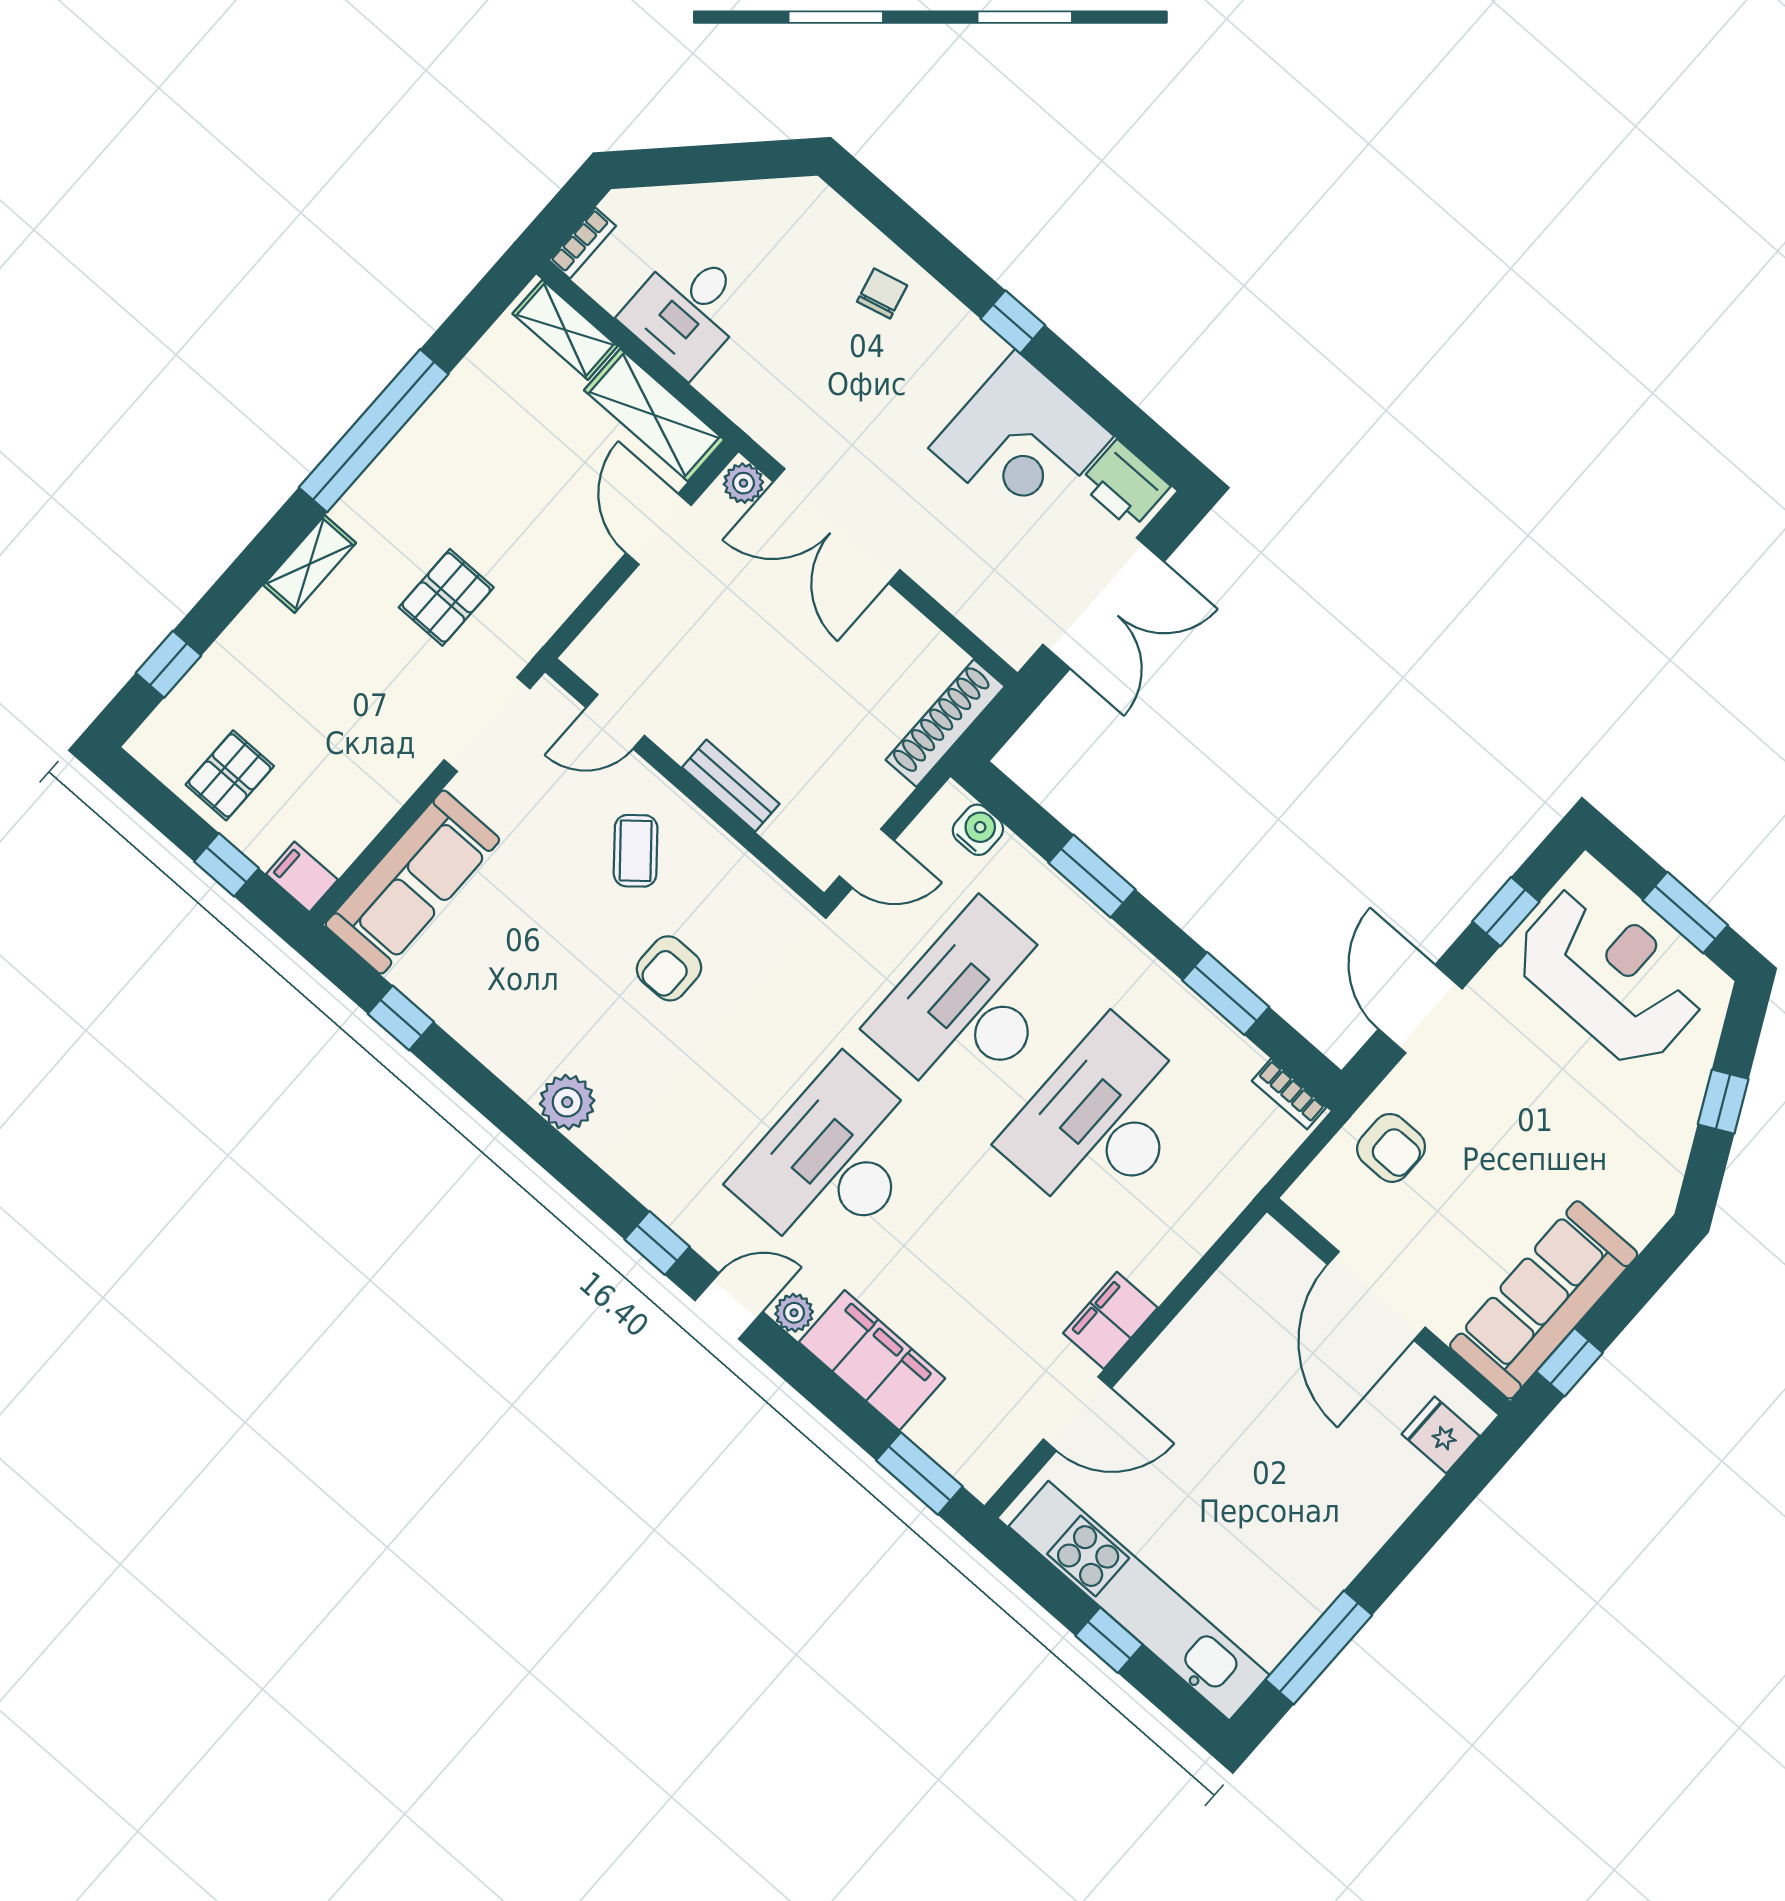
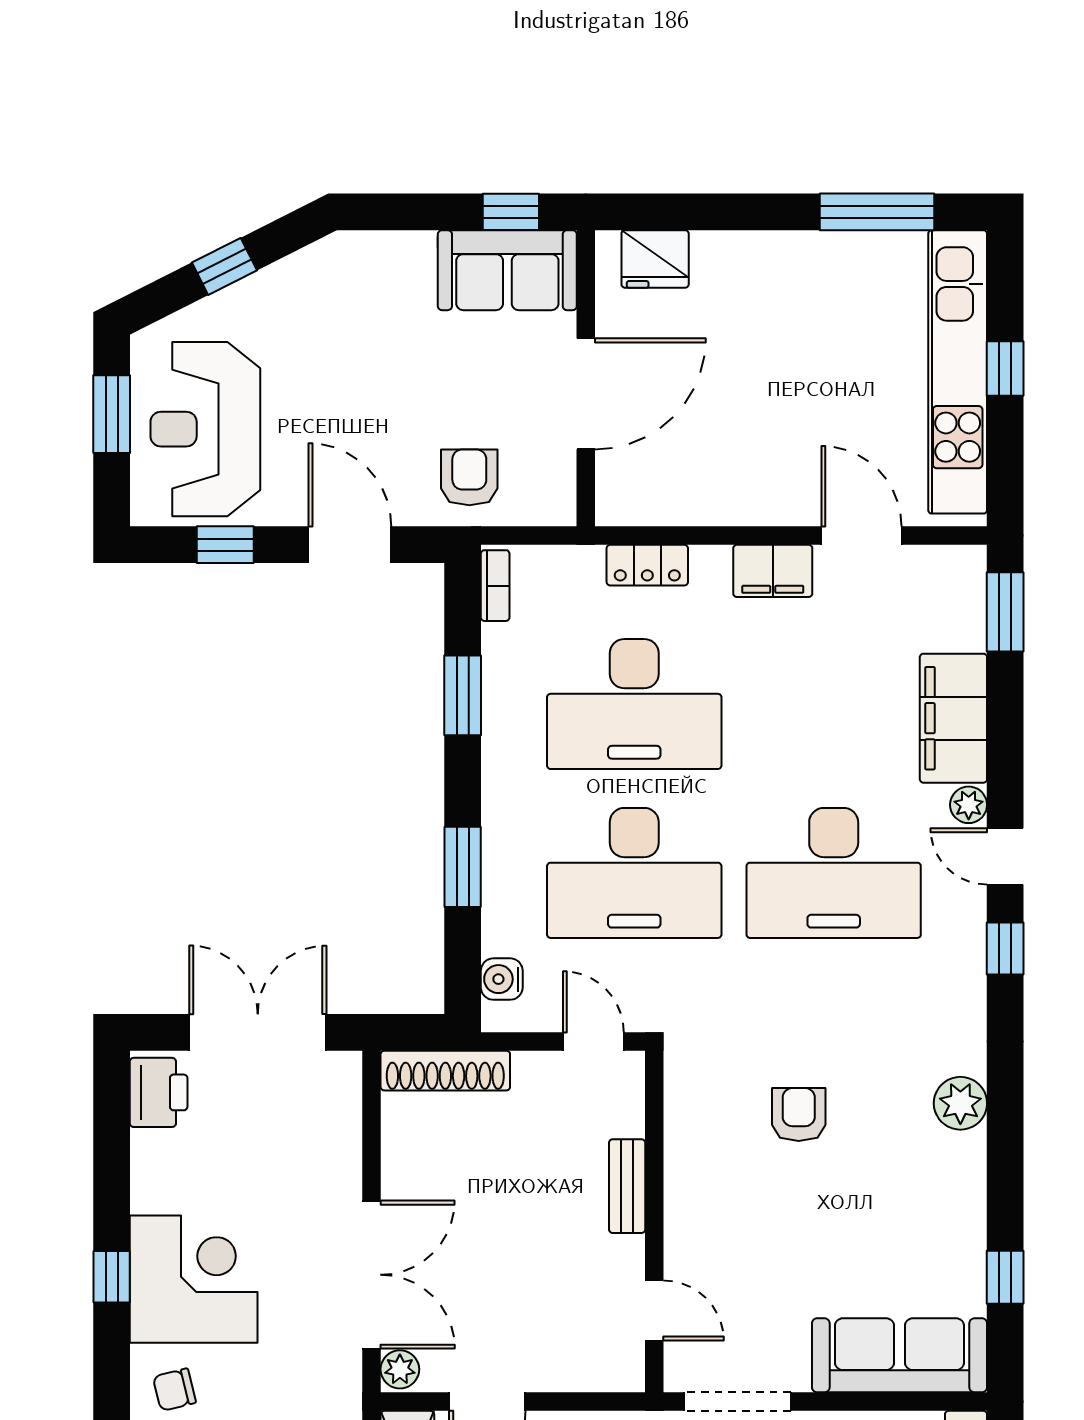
corner desk: (1021, 442) -> (194, 1279), moved
coffee table: (636, 851) -> (735, 1214), removed
armchair: (669, 968) -> (799, 1115), turned -90
door: (1420, 1009) -> (350, 545), swing flipped
locker: (1201, 1227) -> (647, 565), added
sofa: (1544, 1300) -> (507, 270), width x0.73
fridge: (1440, 1435) -> (655, 259), width x1.38

